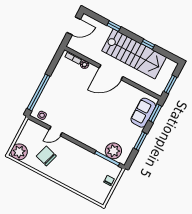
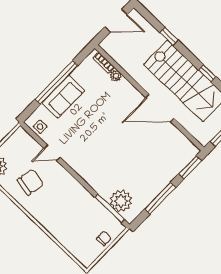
door: (111, 72) -> (160, 108), moved
window: (38, 92) -> (57, 82), moved
sofa: (143, 113) -> (63, 97), moved, turned 180
window: (140, 141) -> (160, 198), width x1.44
chair: (46, 156) -> (30, 182), turned 84

